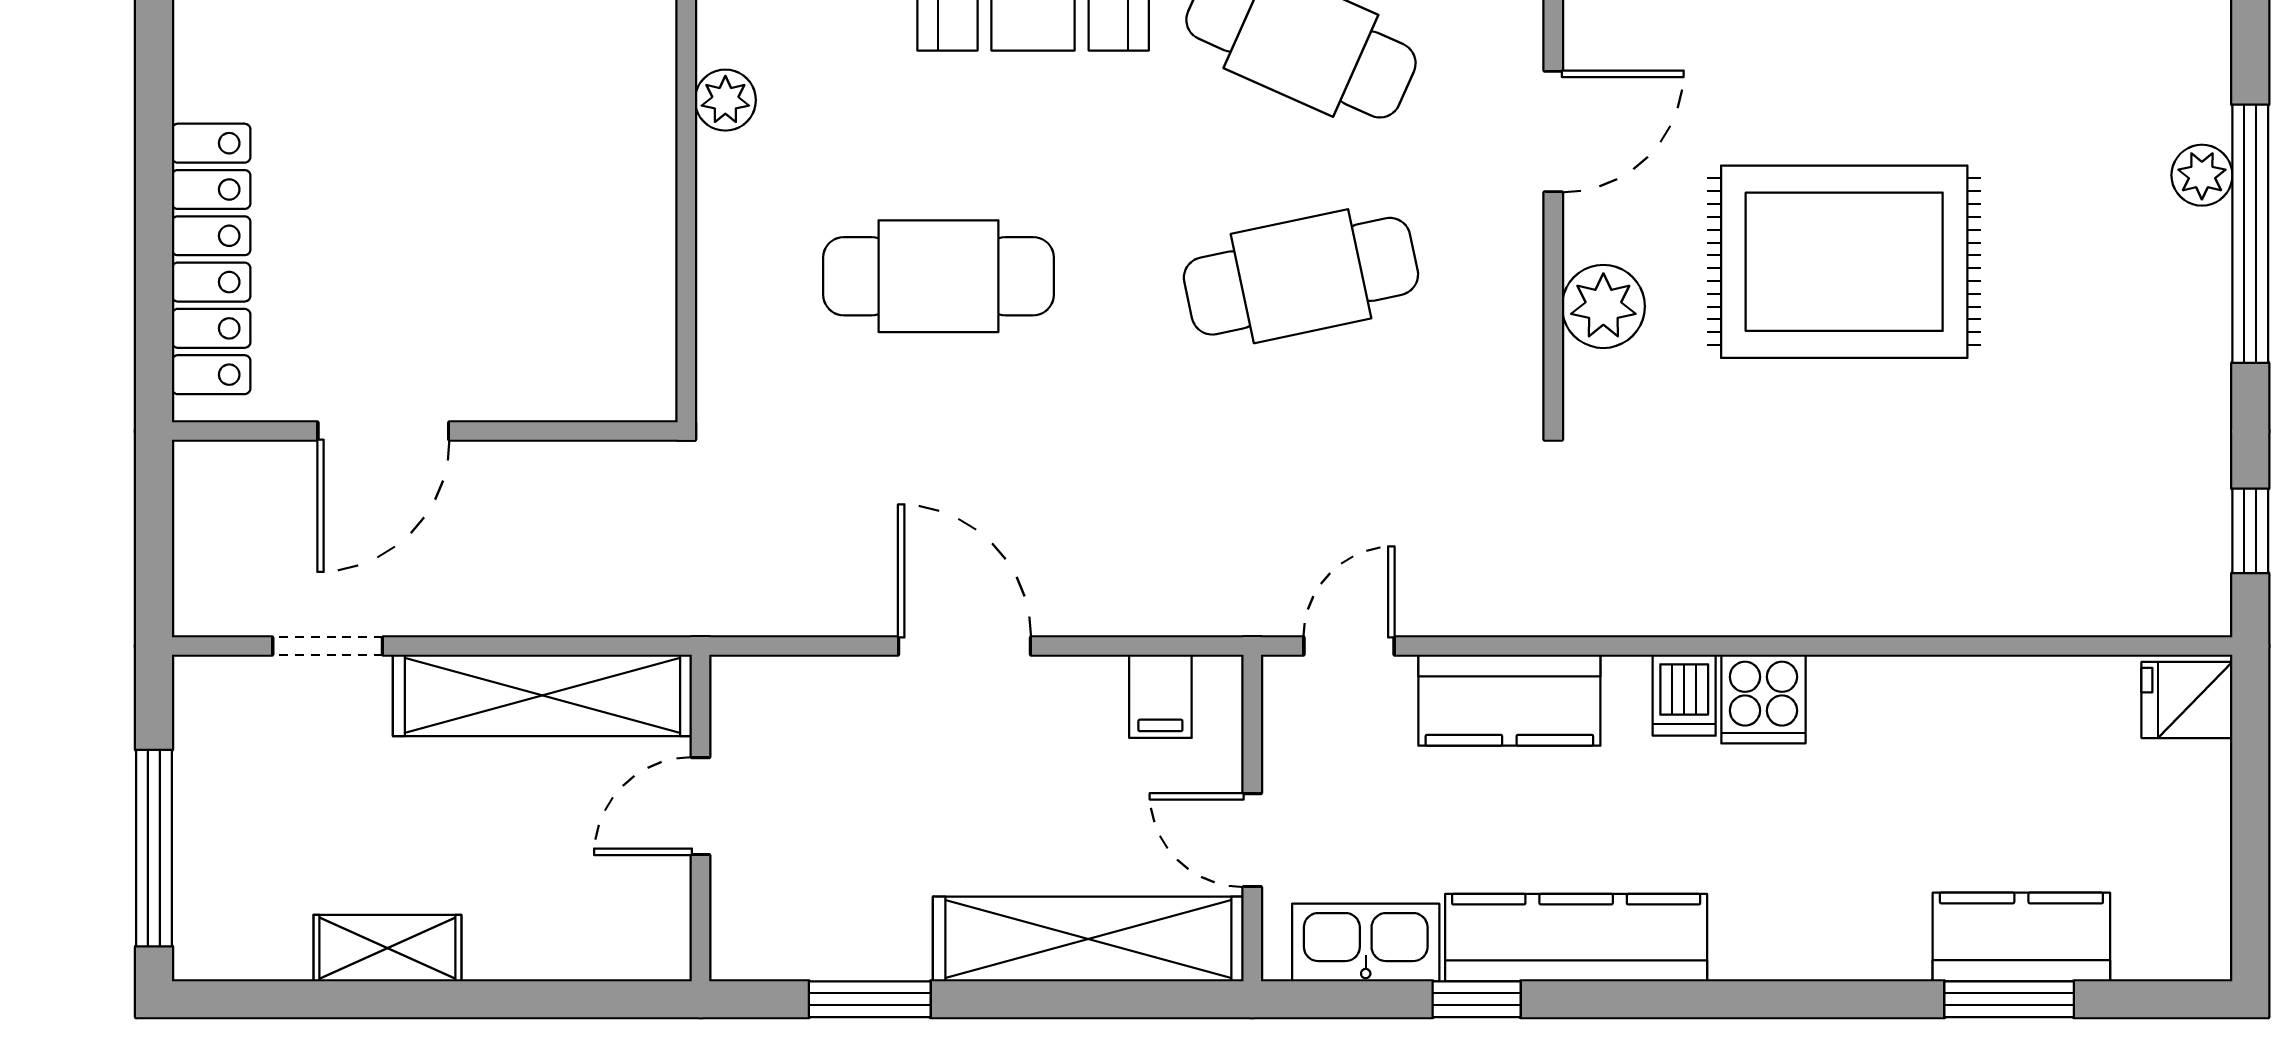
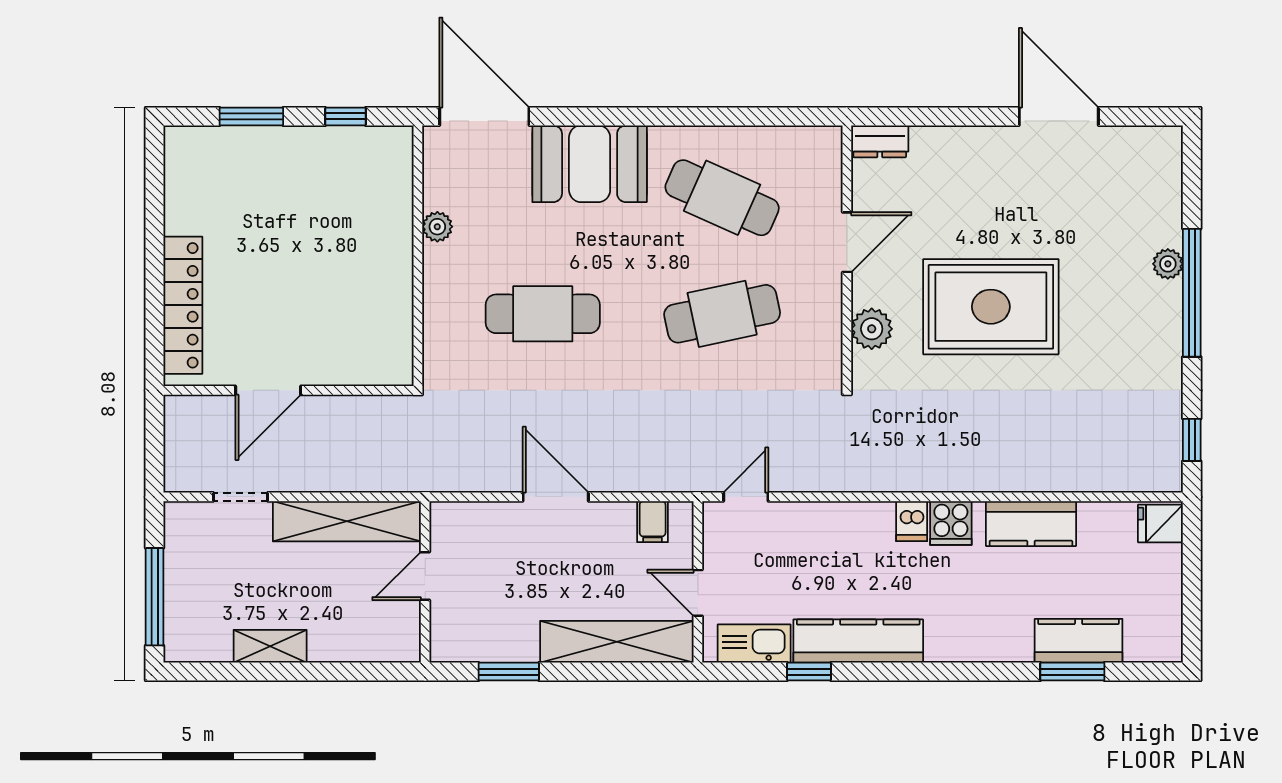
kitchen counter: (1509, 700) -> (1031, 524), moved

